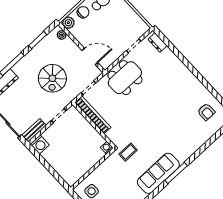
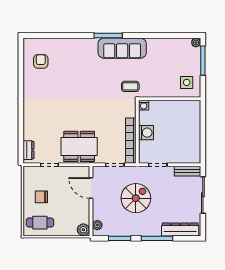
chair: (83, 12) -> (41, 197), moved
washing machine: (40, 144) -> (146, 133), moved, turned 90

